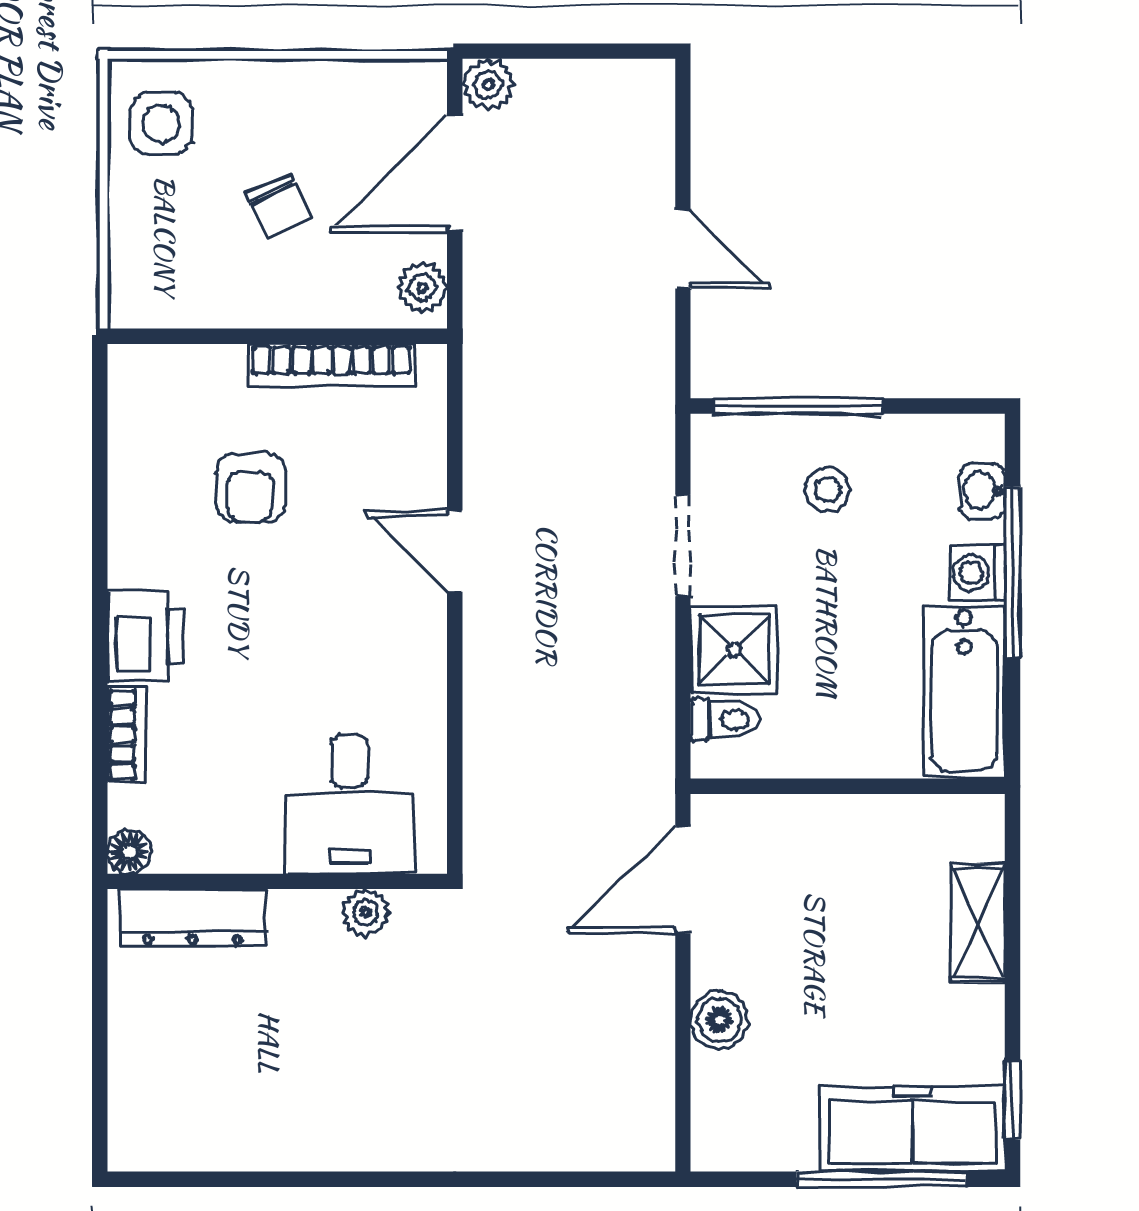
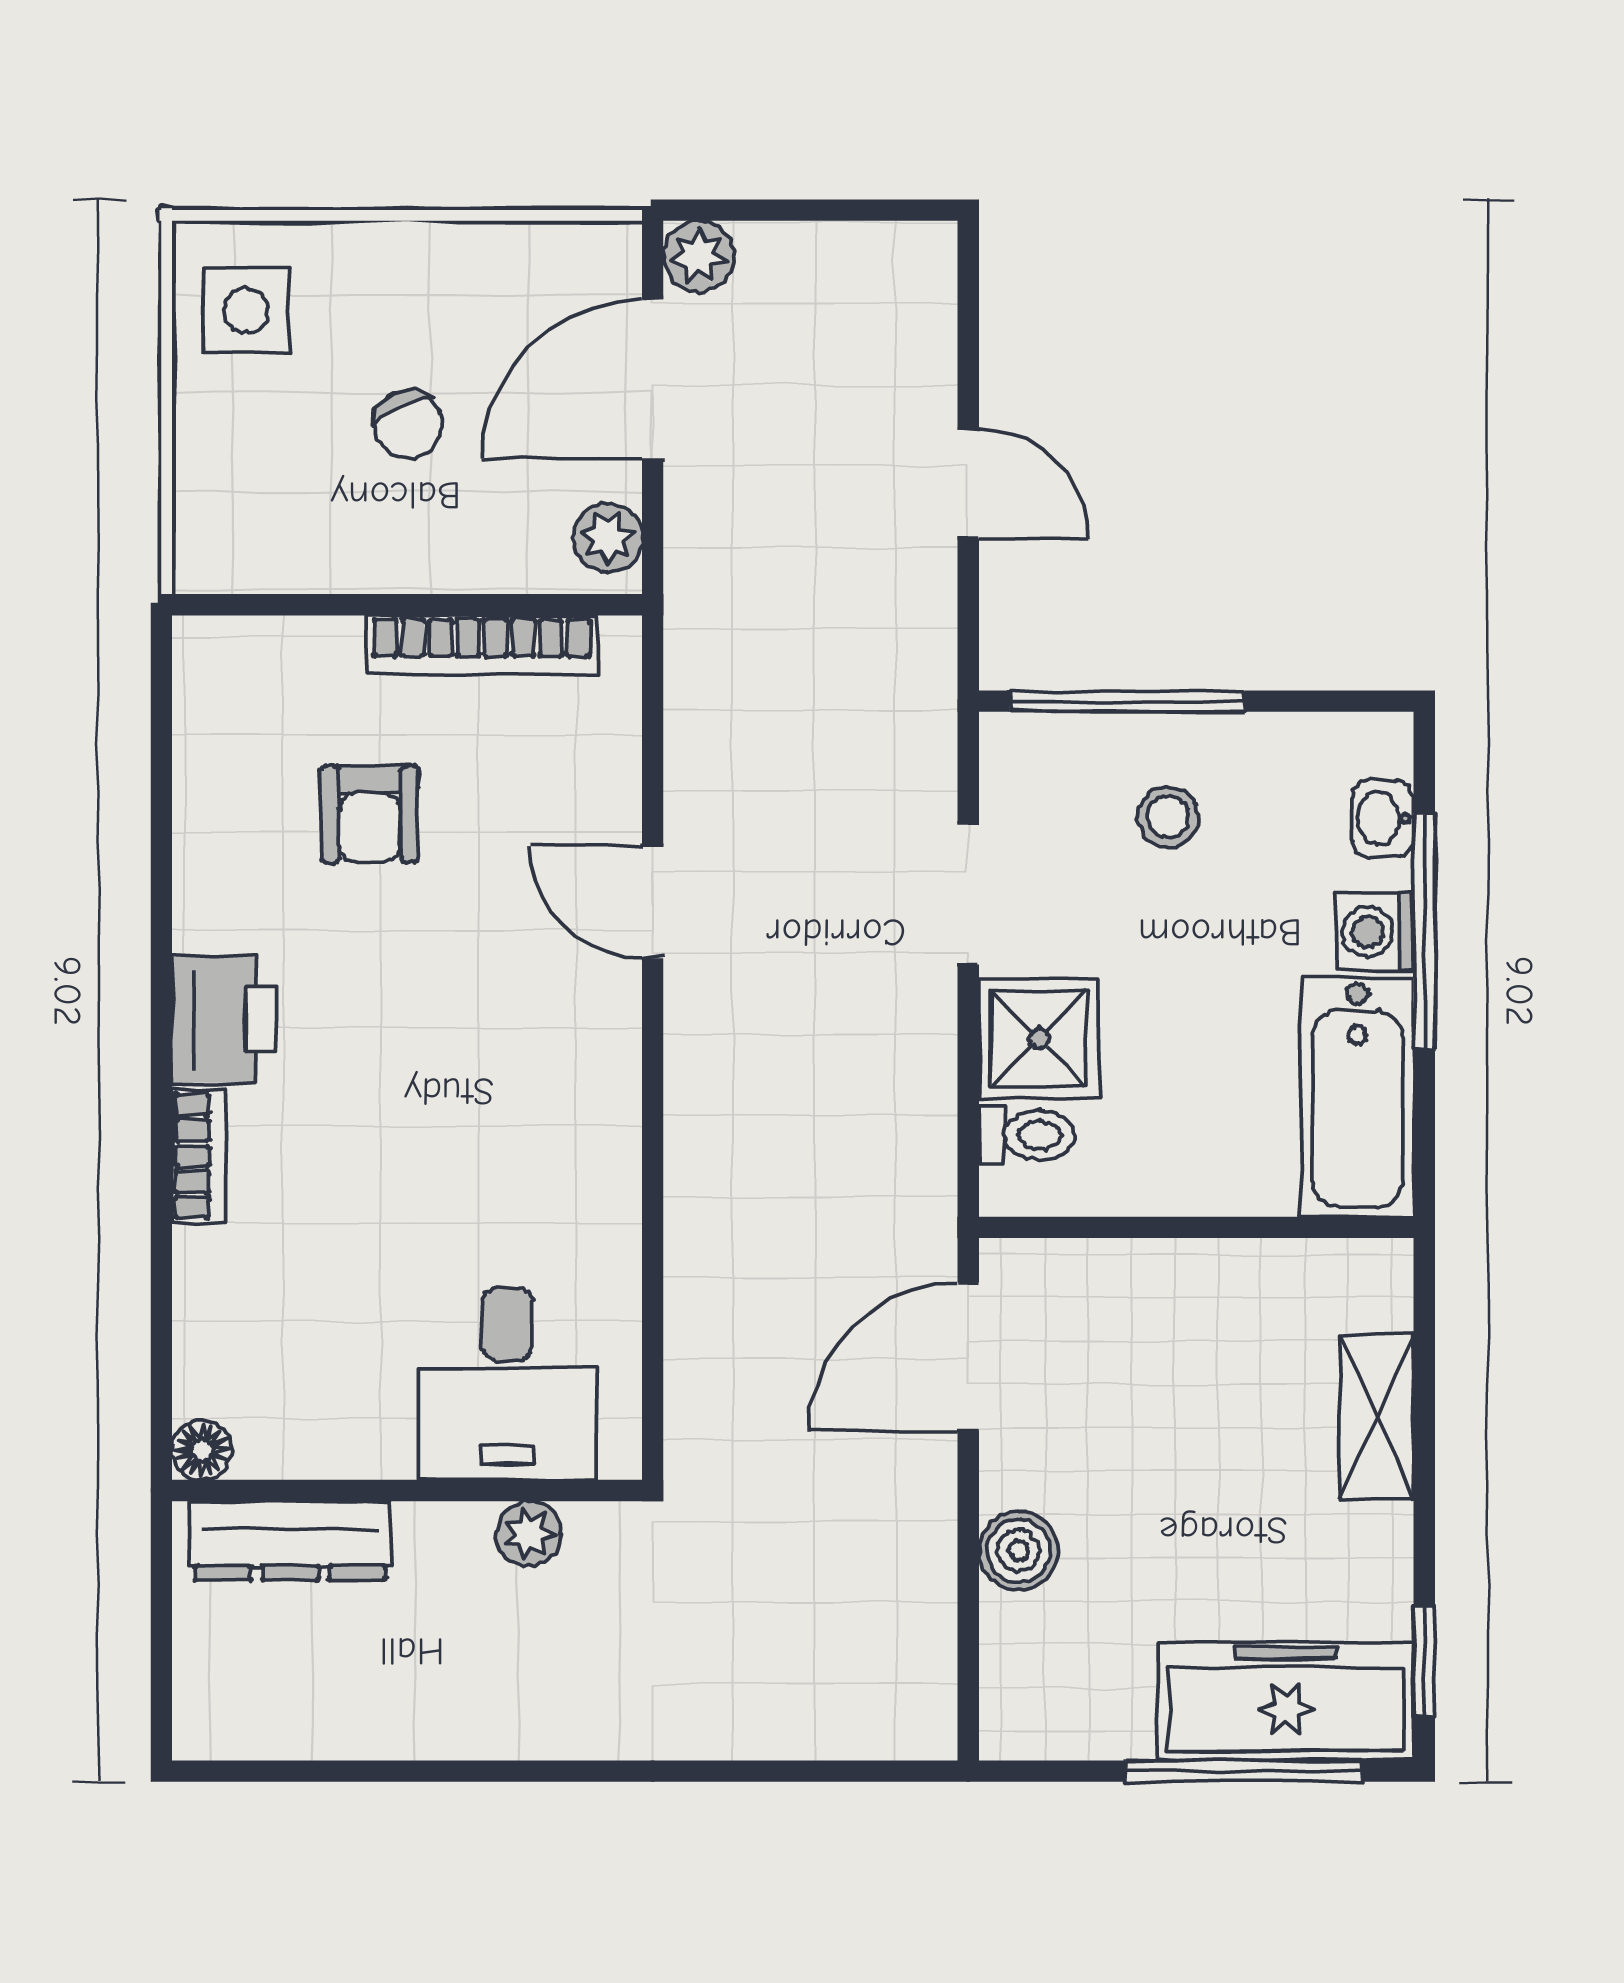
desk: (350, 804) -> (507, 1384), moved
floor lamp: (129, 852) -> (202, 1450), moved
wall: (277, 881) -> (407, 1490), moved
plant: (365, 913) -> (529, 1534), moved
dresser: (193, 917) -> (290, 1540), moved

